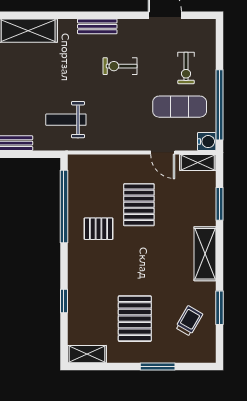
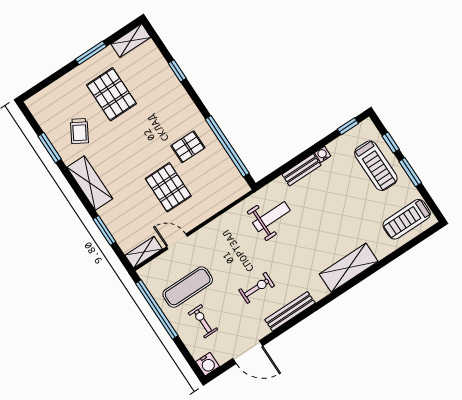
bench: (97, 26) -> (290, 311), width x1.36
water cooler: (207, 142) -> (208, 364), moved, turned -90
trolley: (189, 321) -> (79, 131), moved
window: (158, 367) -> (91, 53), moved

